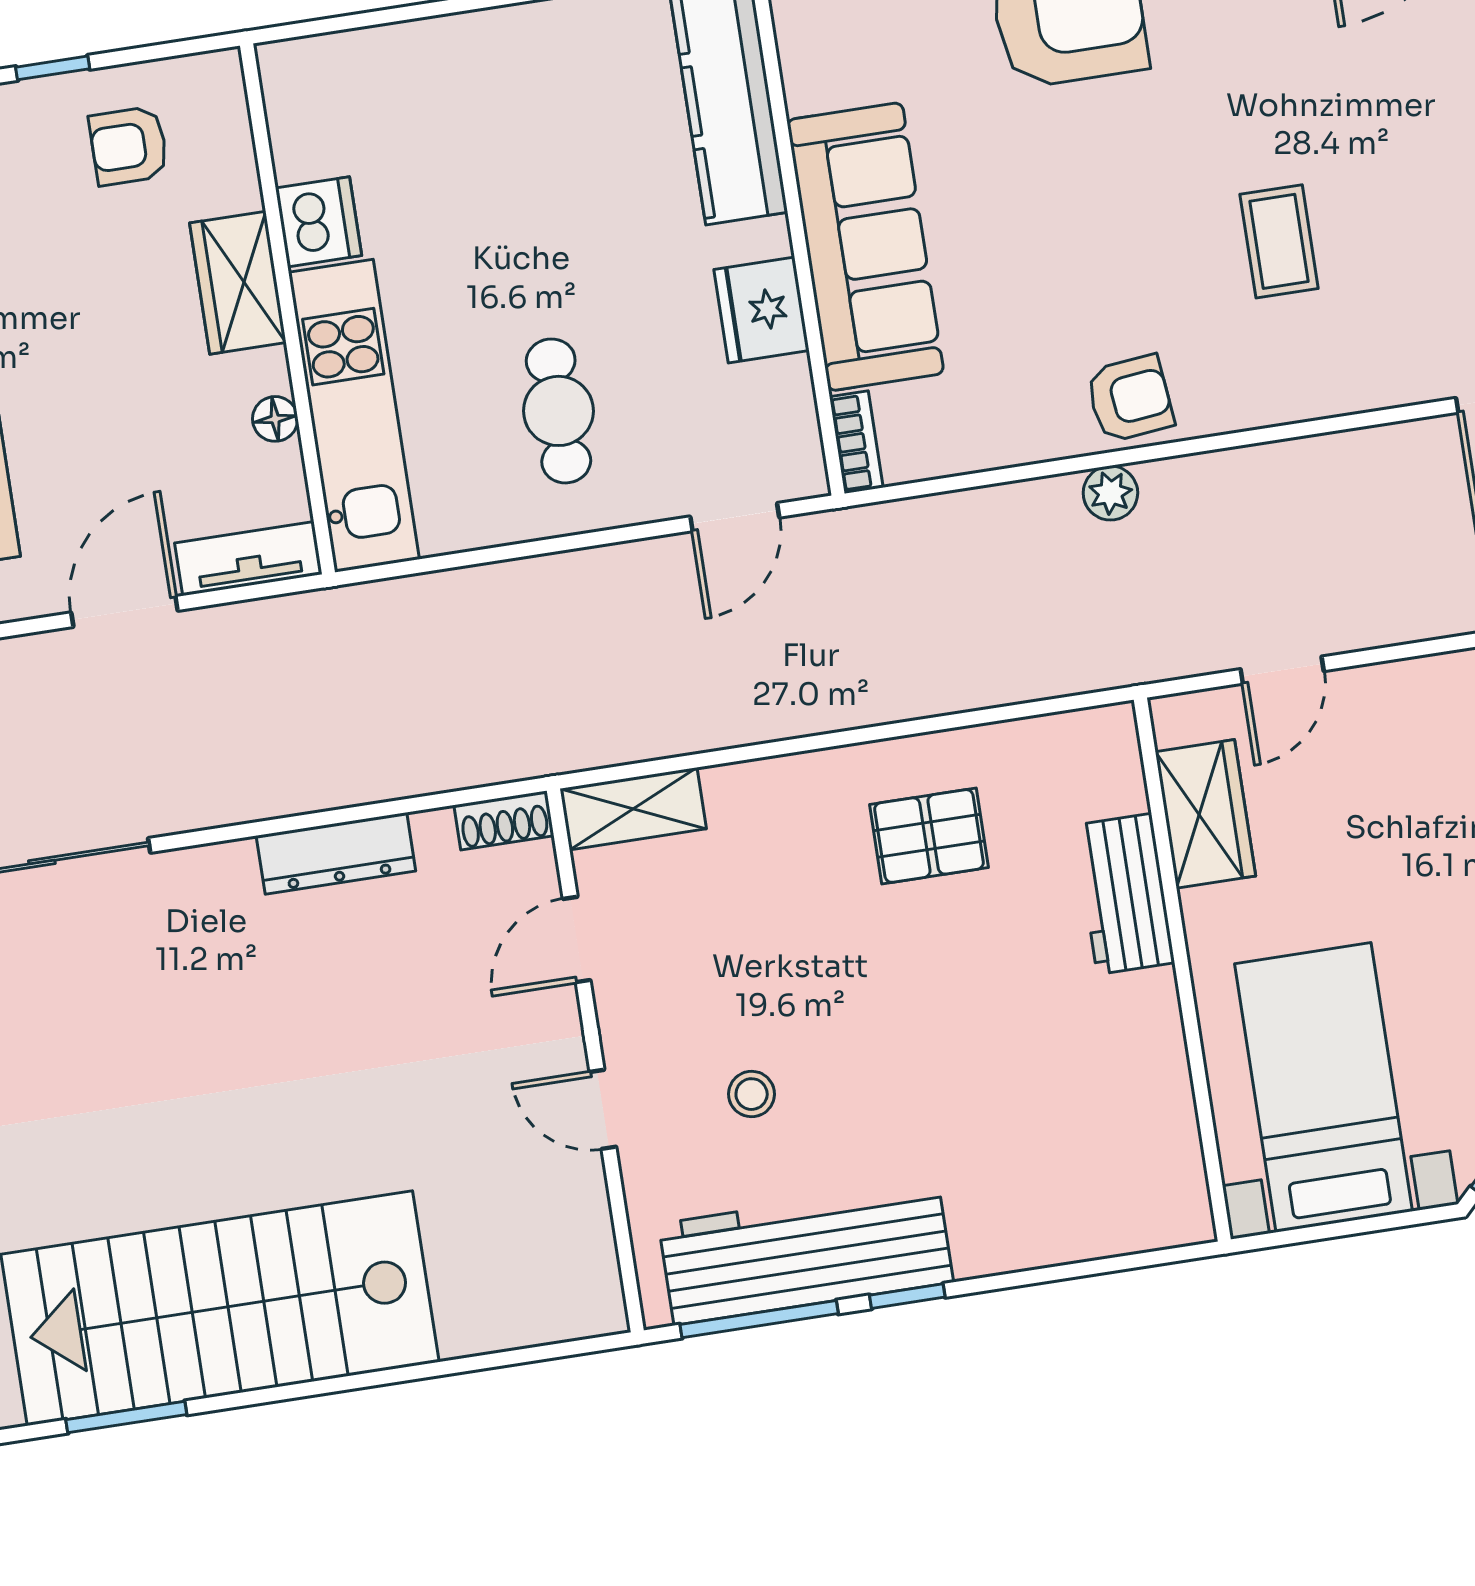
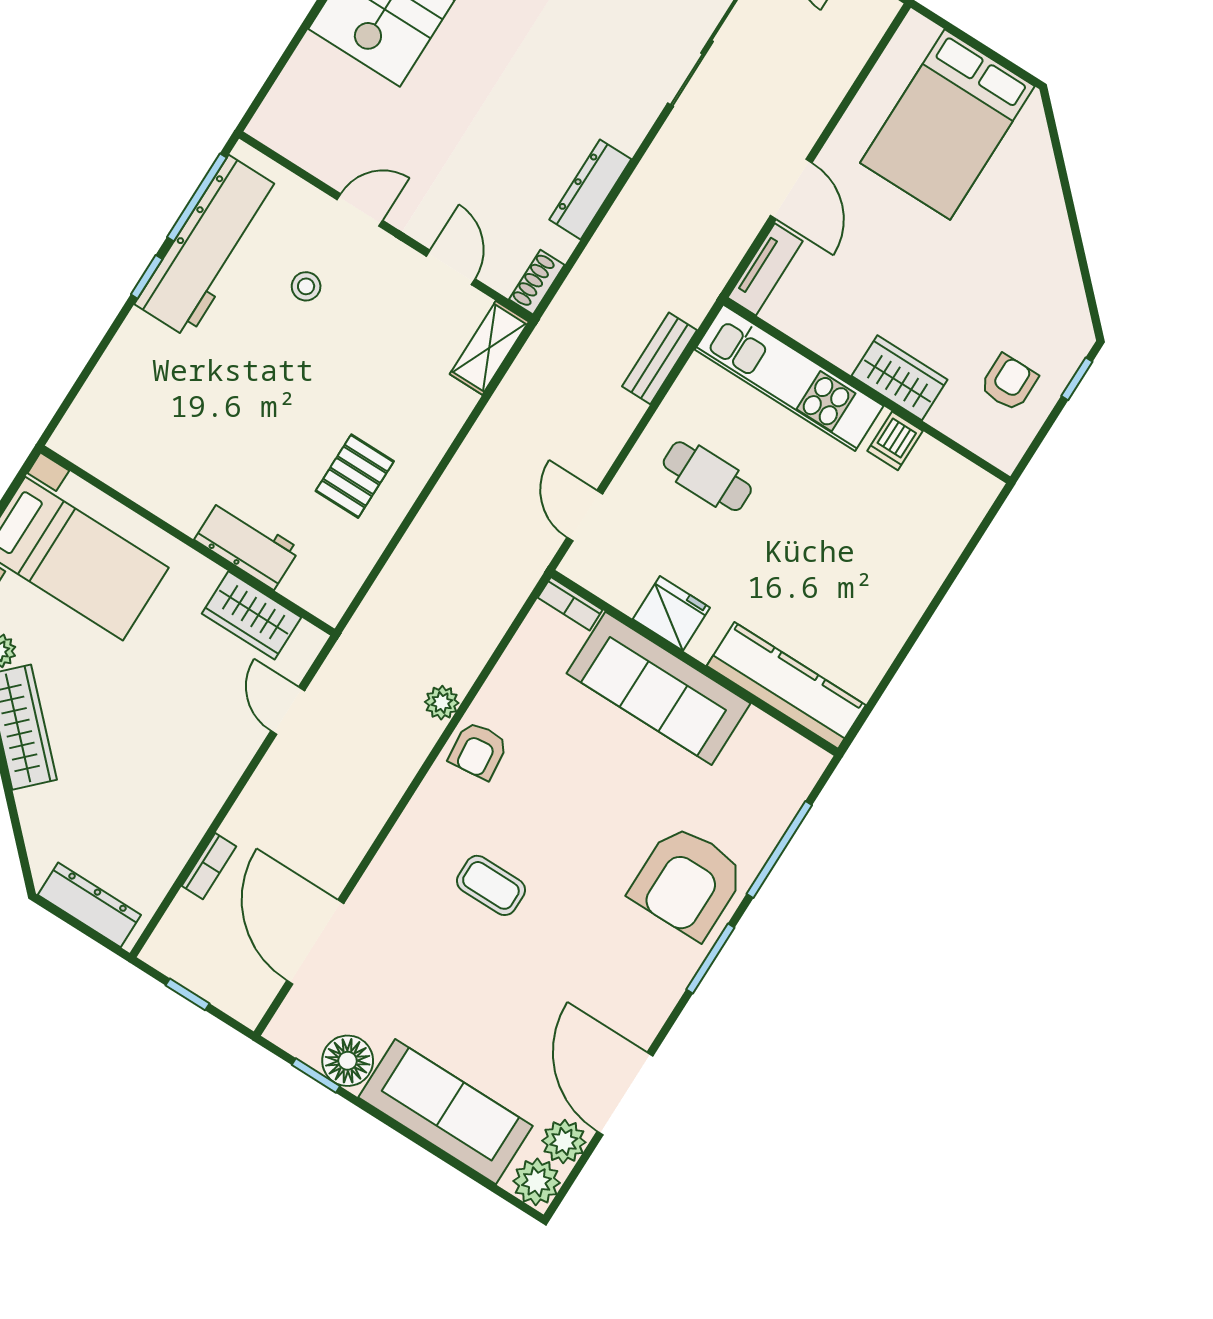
dishwasher: (319, 222) -> (895, 441), width x0.73
floor lamp: (275, 419) -> (820, 339), removed
bench: (467, 592) -> (660, 358), added

